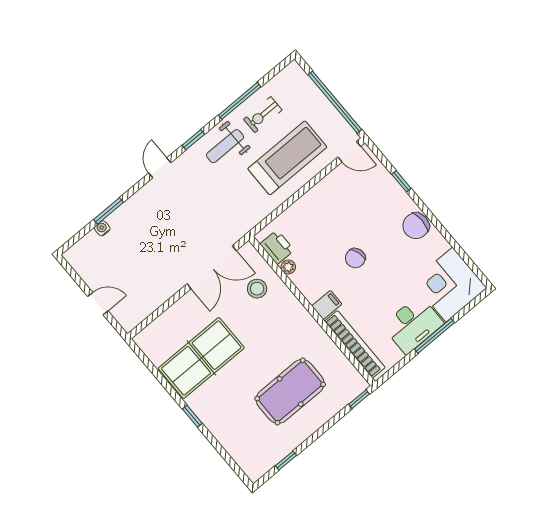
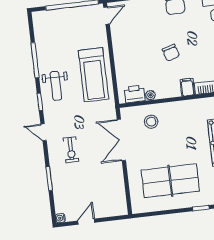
exercise bike: (263, 115) -> (71, 150), moved
treadmill: (287, 158) -> (93, 75), moved, turned 180
water cooler: (102, 228) -> (60, 218), moved
double door: (212, 267) -> (121, 140), swing flipped
door: (98, 304) -> (86, 222), moved
table tennis table: (201, 358) -> (170, 181), turned 90

